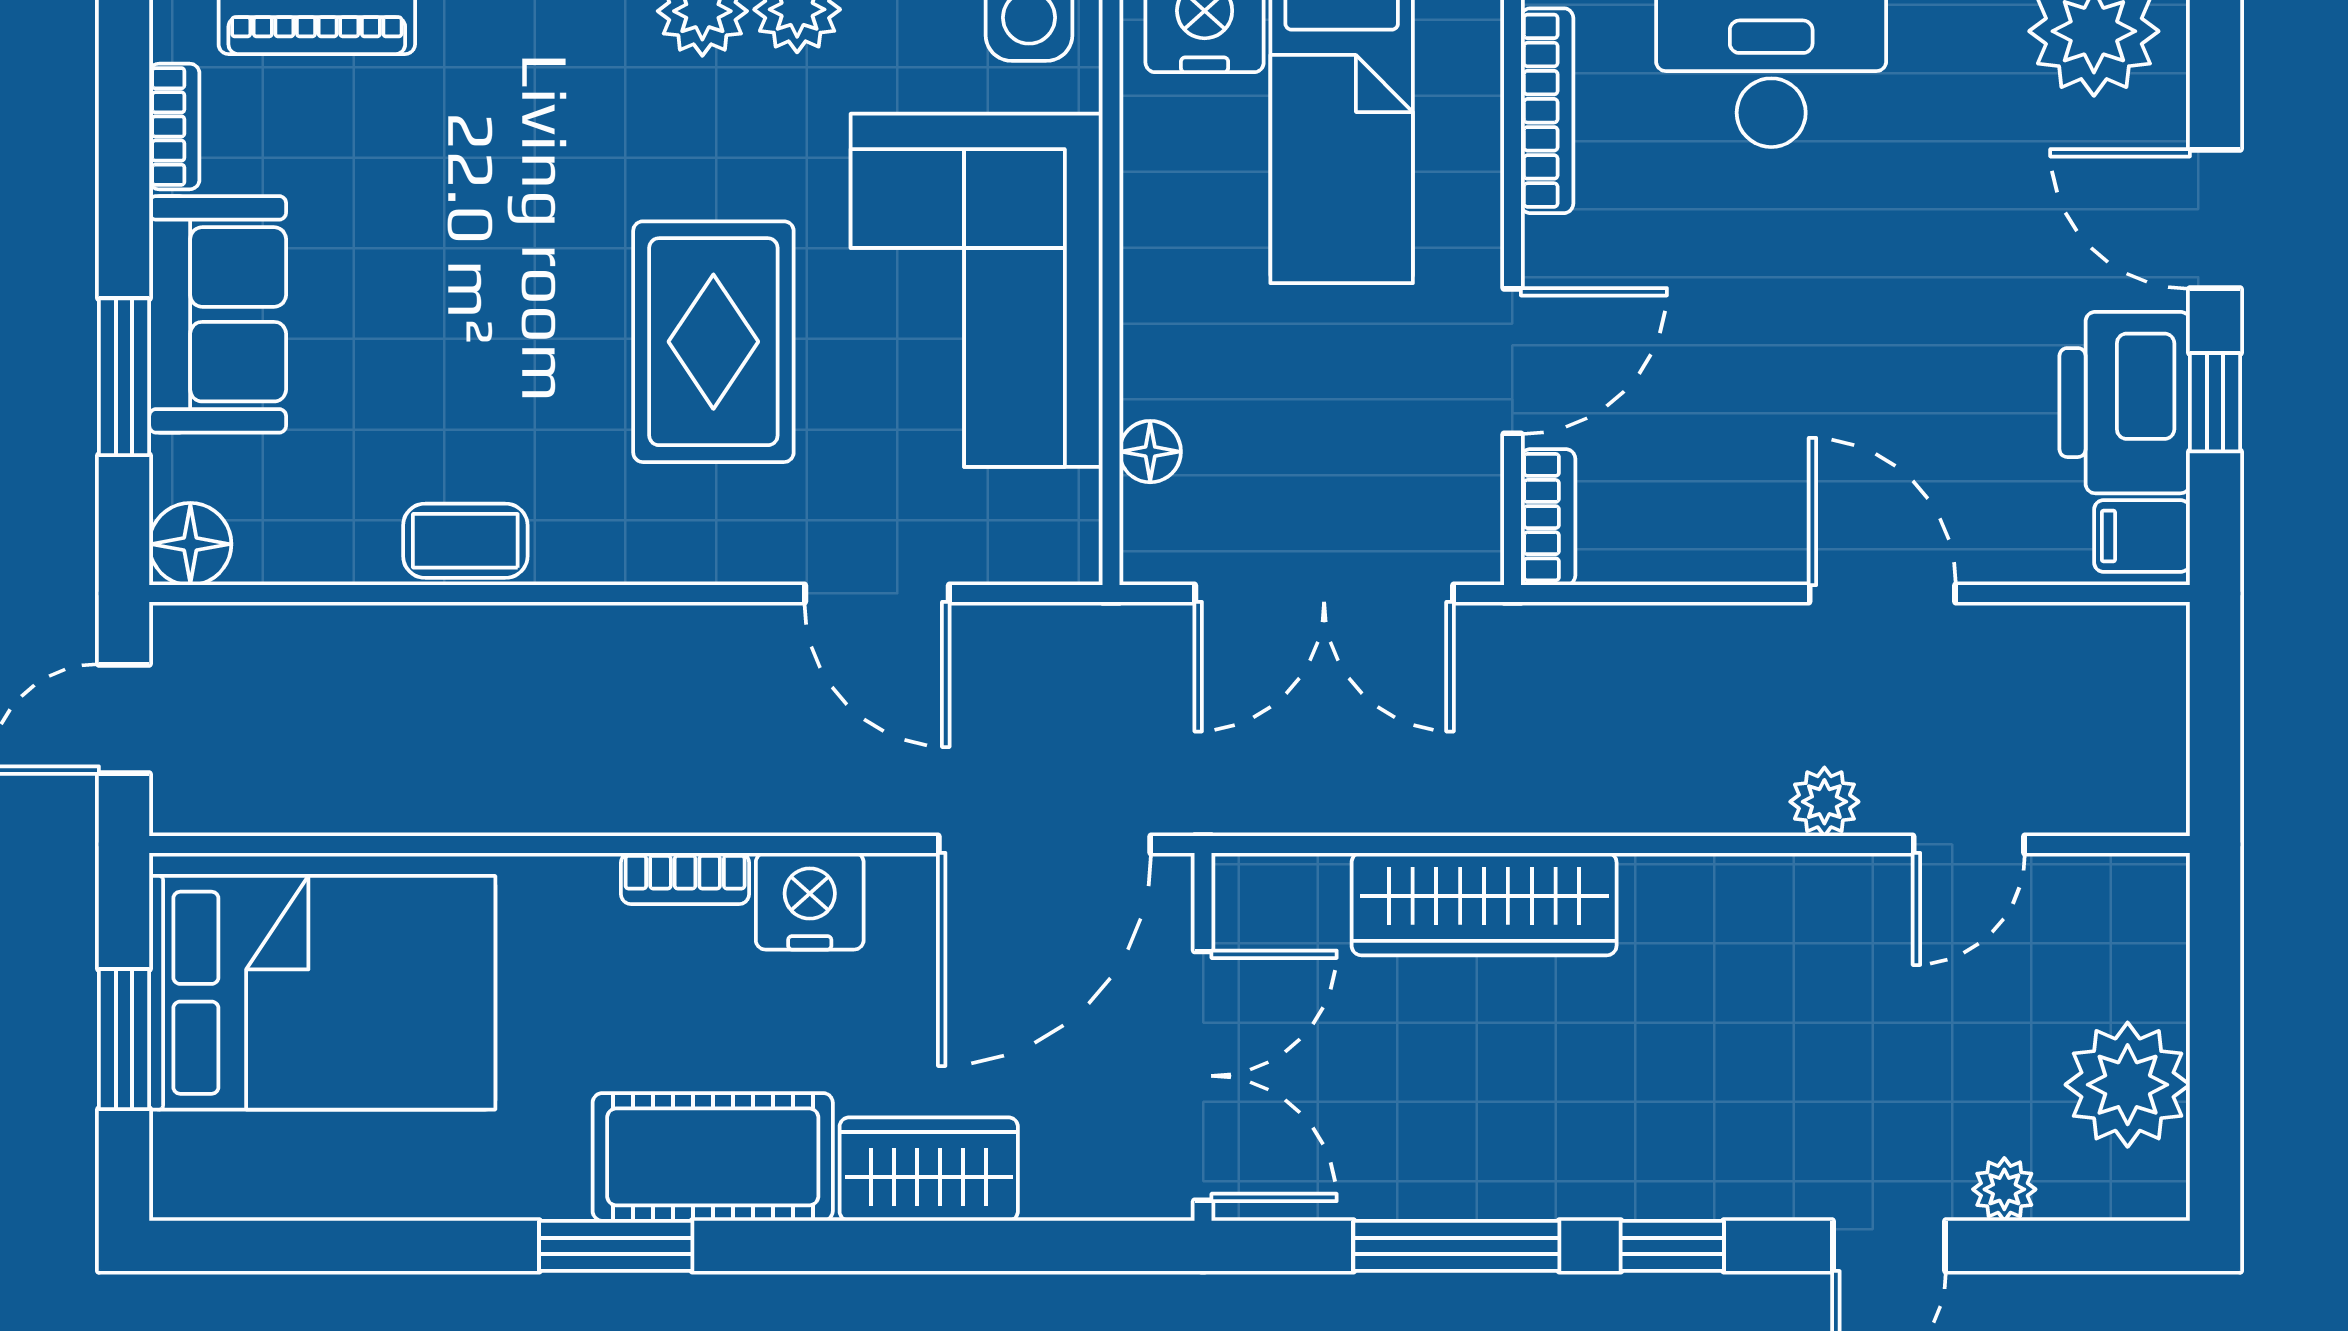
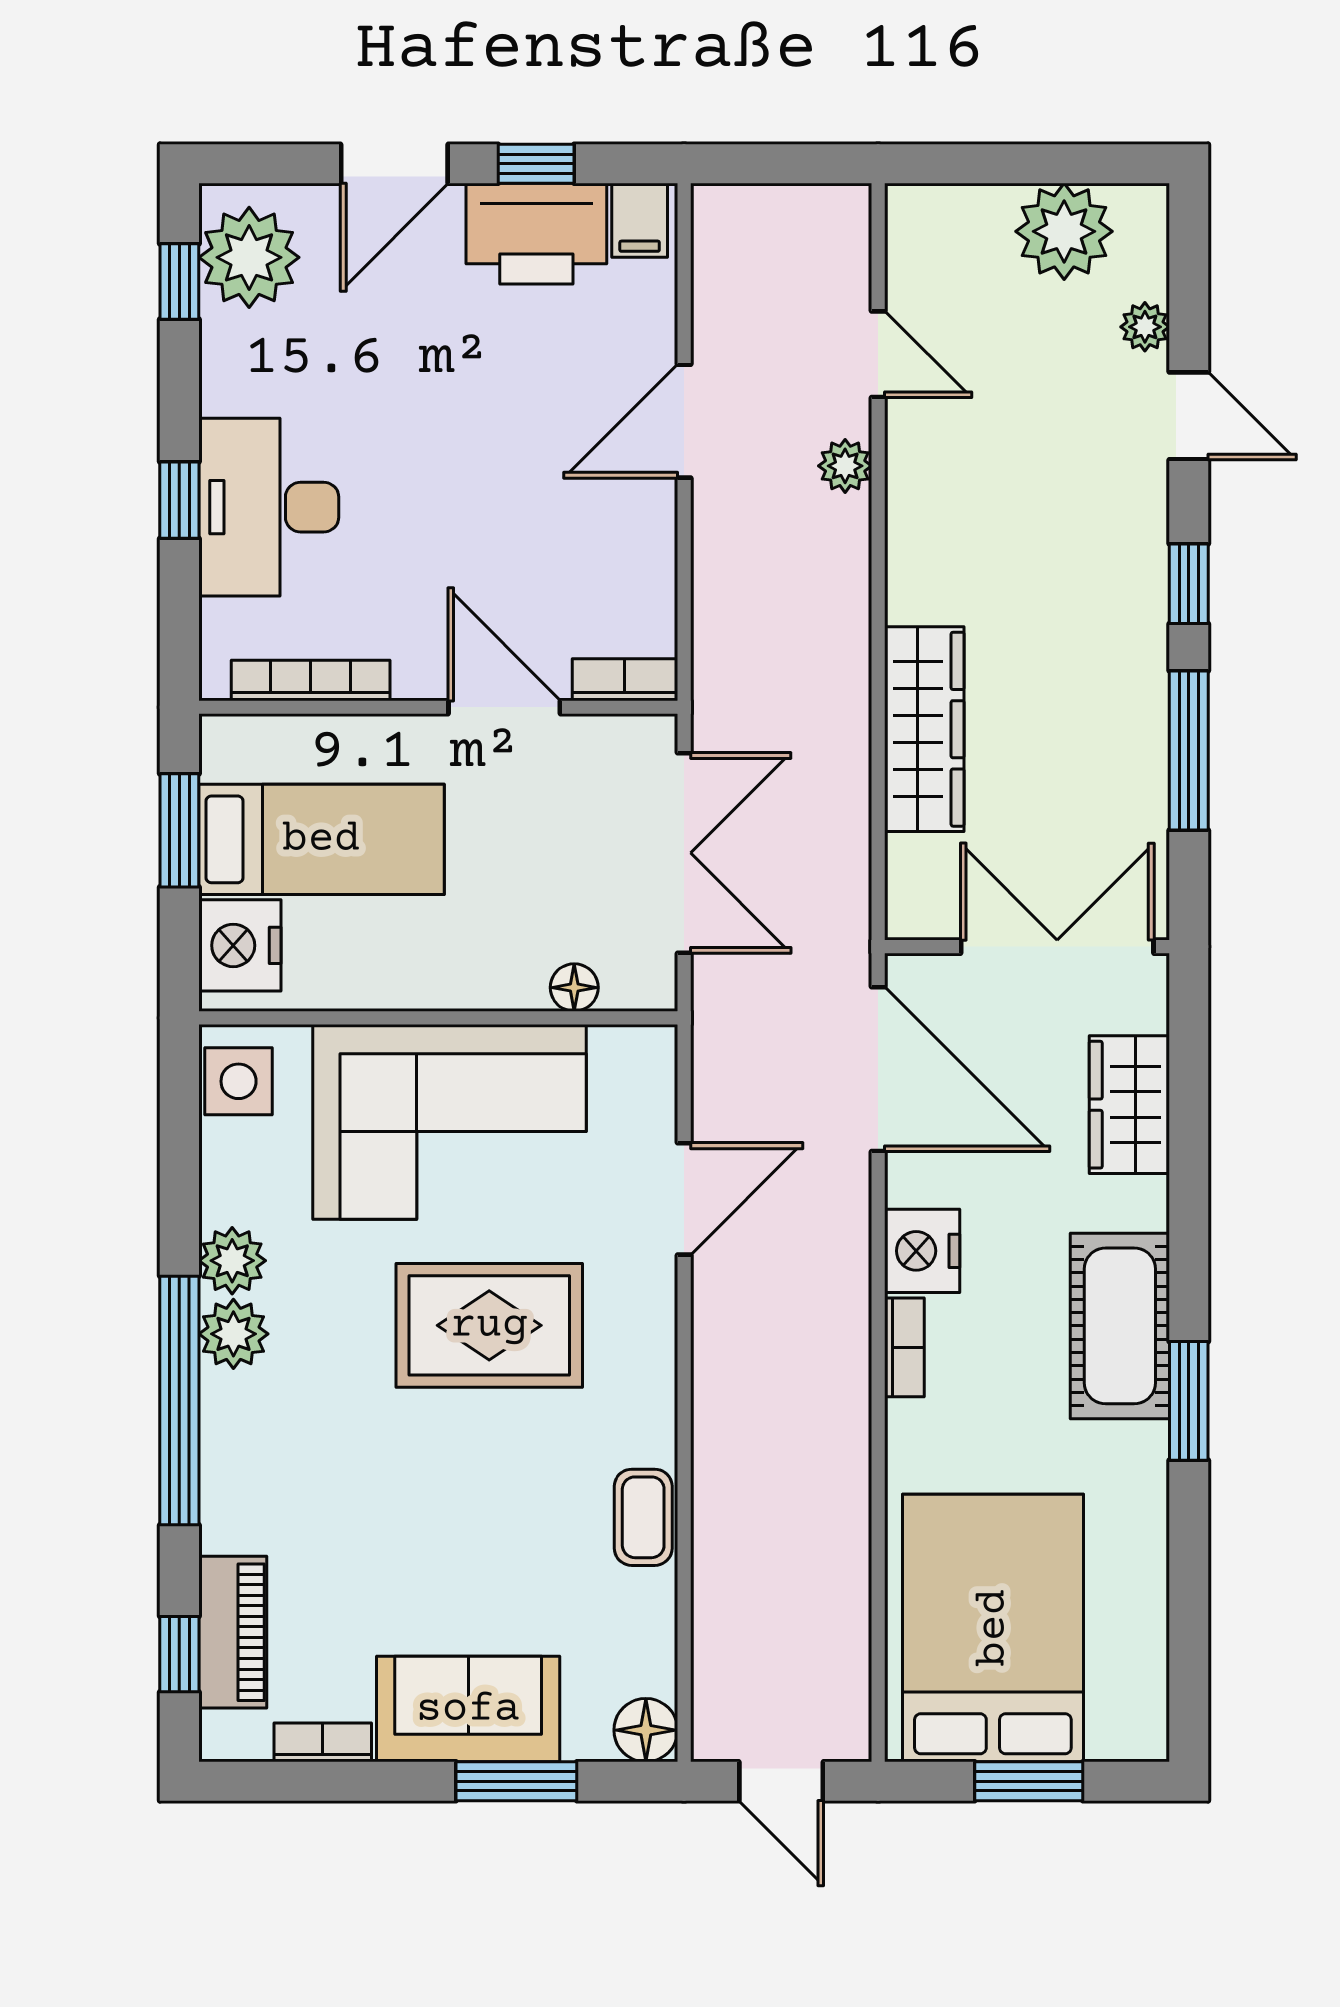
wardrobe: (929, 1169) -> (1129, 1105), moved

